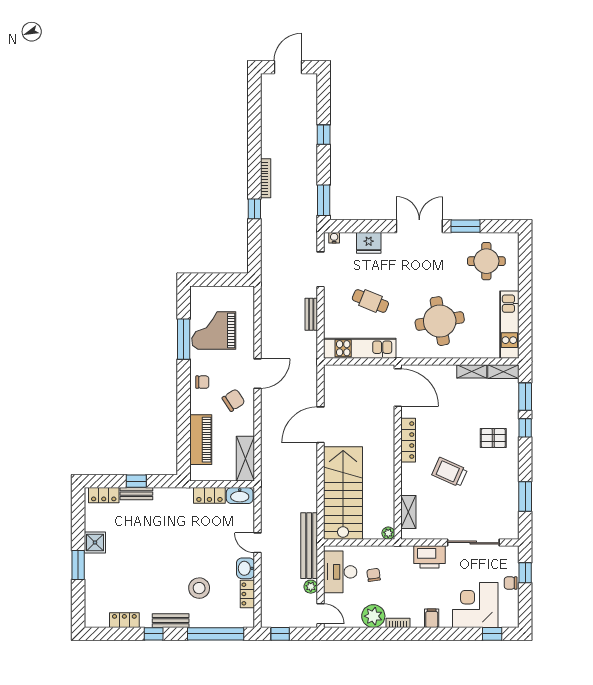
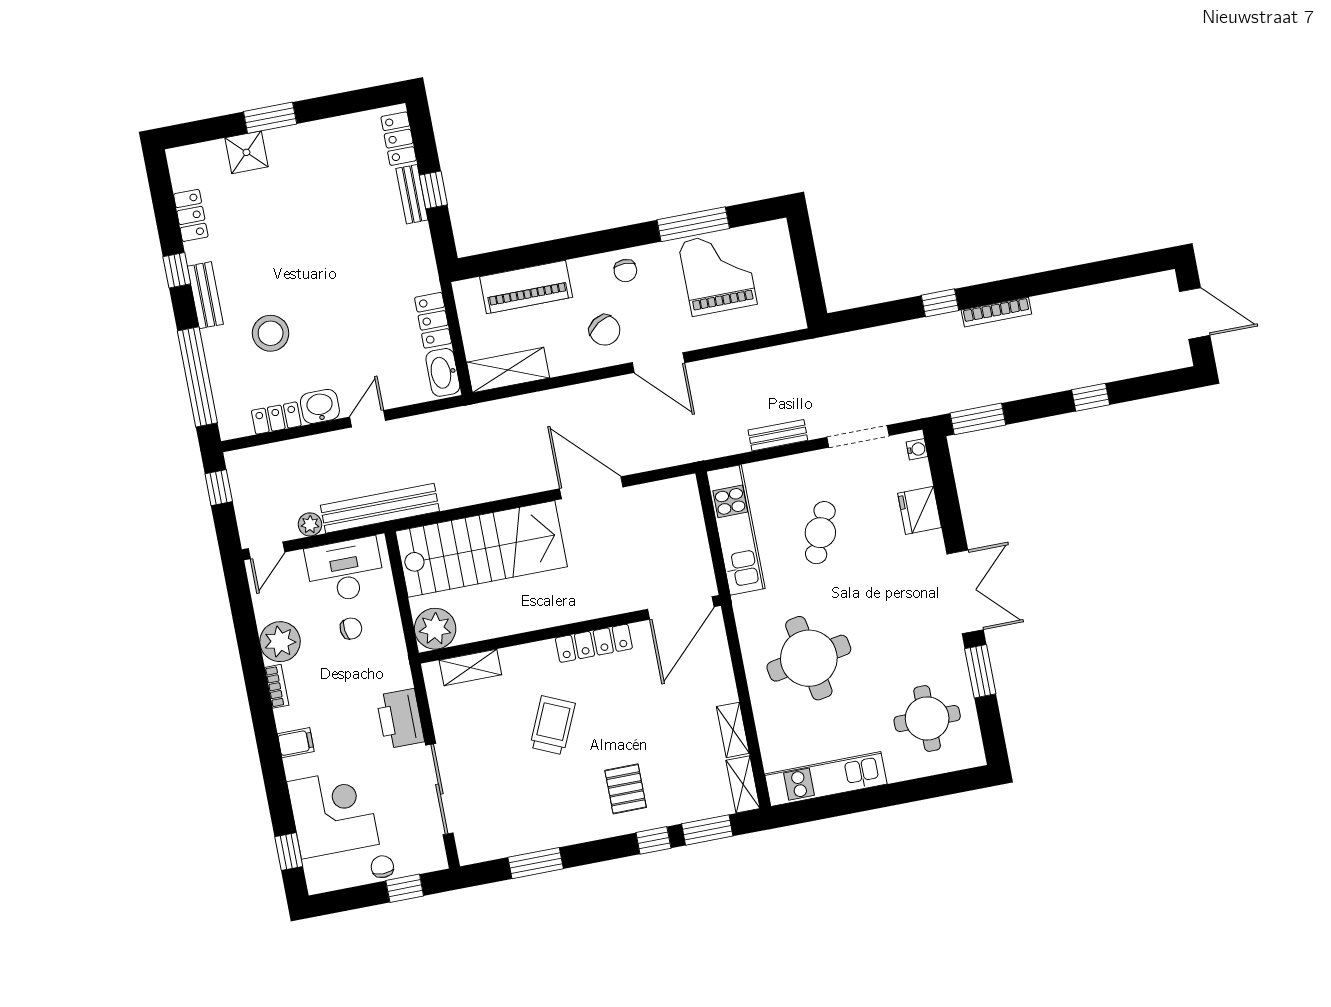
plant: (388, 533) -> (435, 629), width x1.87, depth x1.87
shower: (95, 542) -> (246, 152), moved

